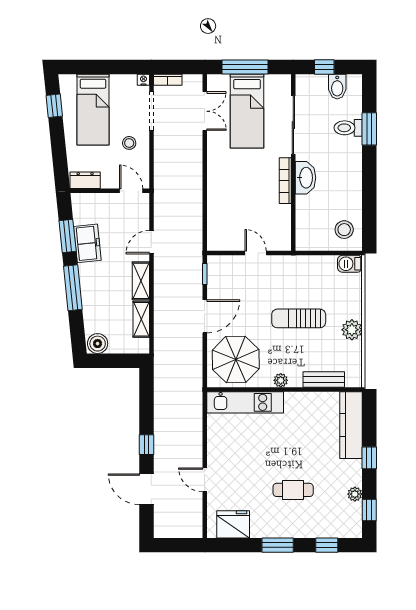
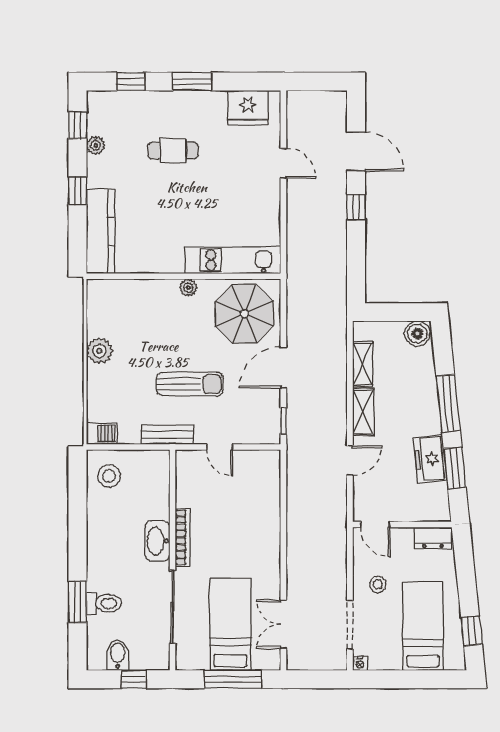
bookcase: (168, 80) -> (330, 663), removed
sun lounger: (299, 318) -> (190, 384), moved
bench: (324, 379) -> (167, 434), moved

